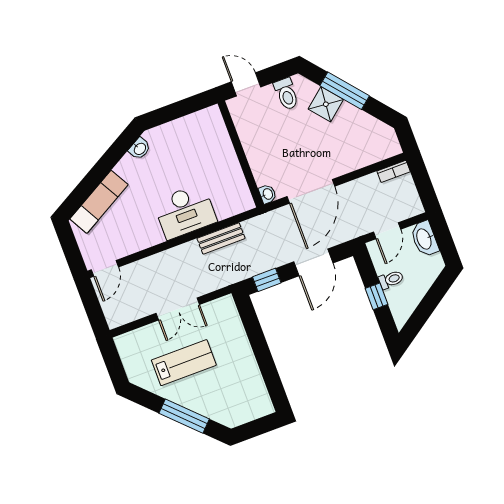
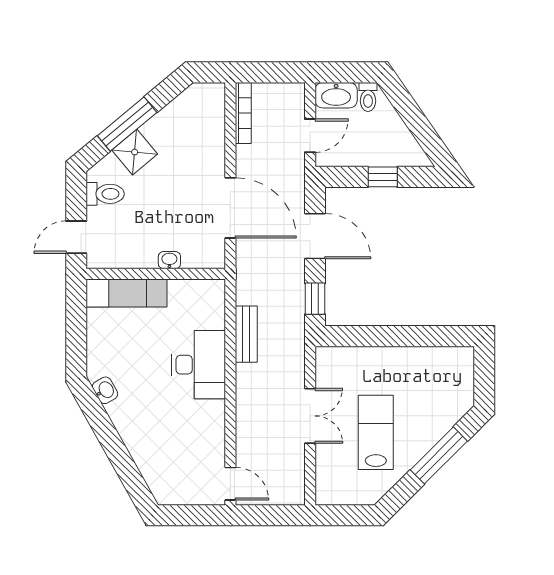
bookcase: (394, 171) -> (243, 113), width x1.56
washbasin: (267, 194) -> (169, 260), moved
exam couch: (99, 202) -> (126, 293), moved, turned 119
door: (387, 231) -> (310, 136), hinge flipped
toilet: (391, 280) -> (368, 97), moved, turned 180

